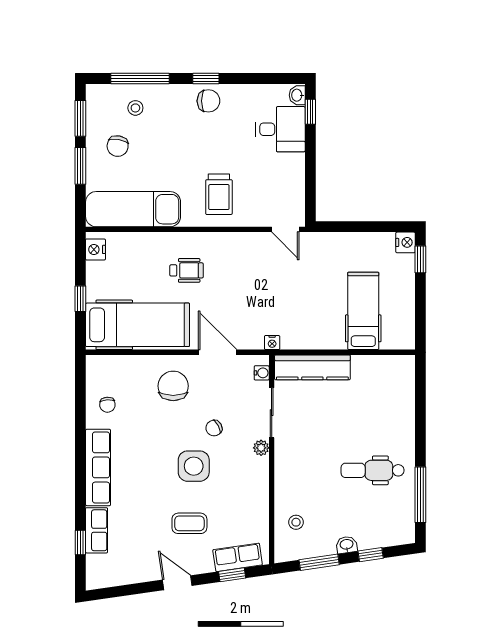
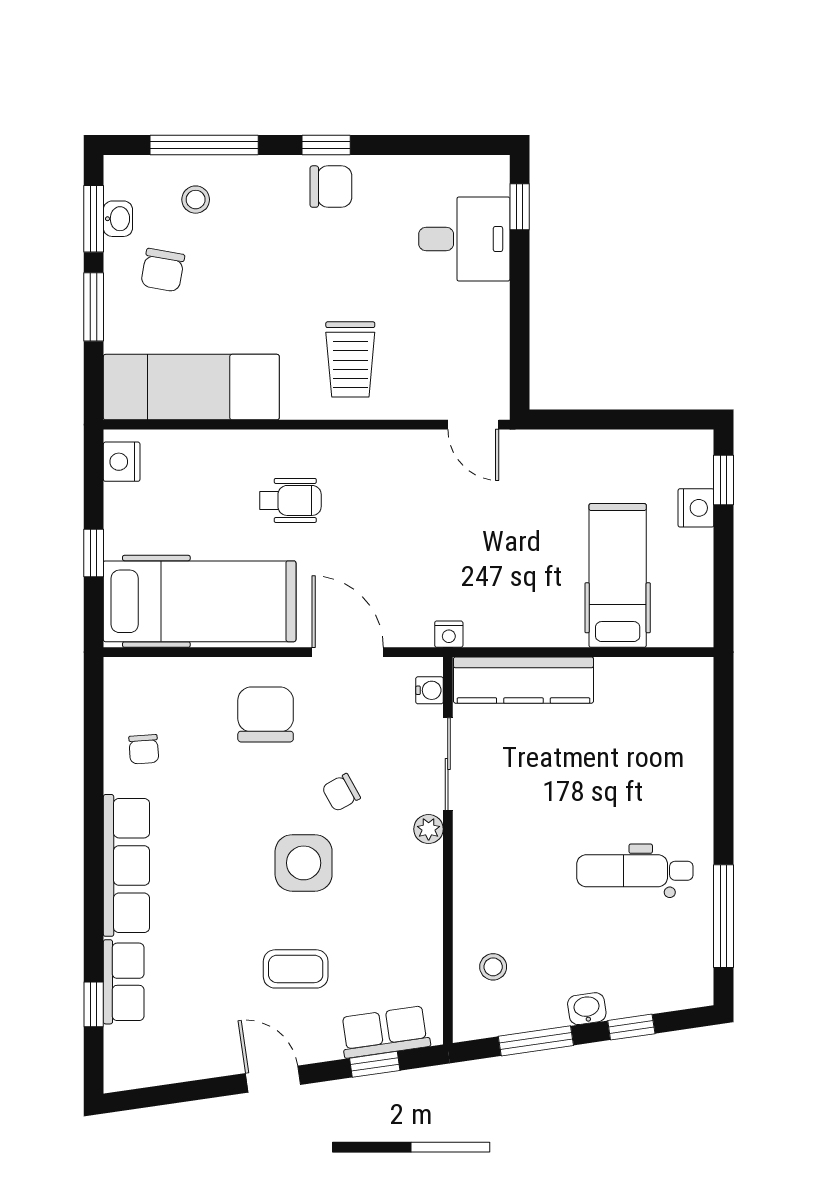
washbasin: (297, 95) -> (118, 219), moved, turned 180
nightstand: (406, 242) -> (696, 508), moved

